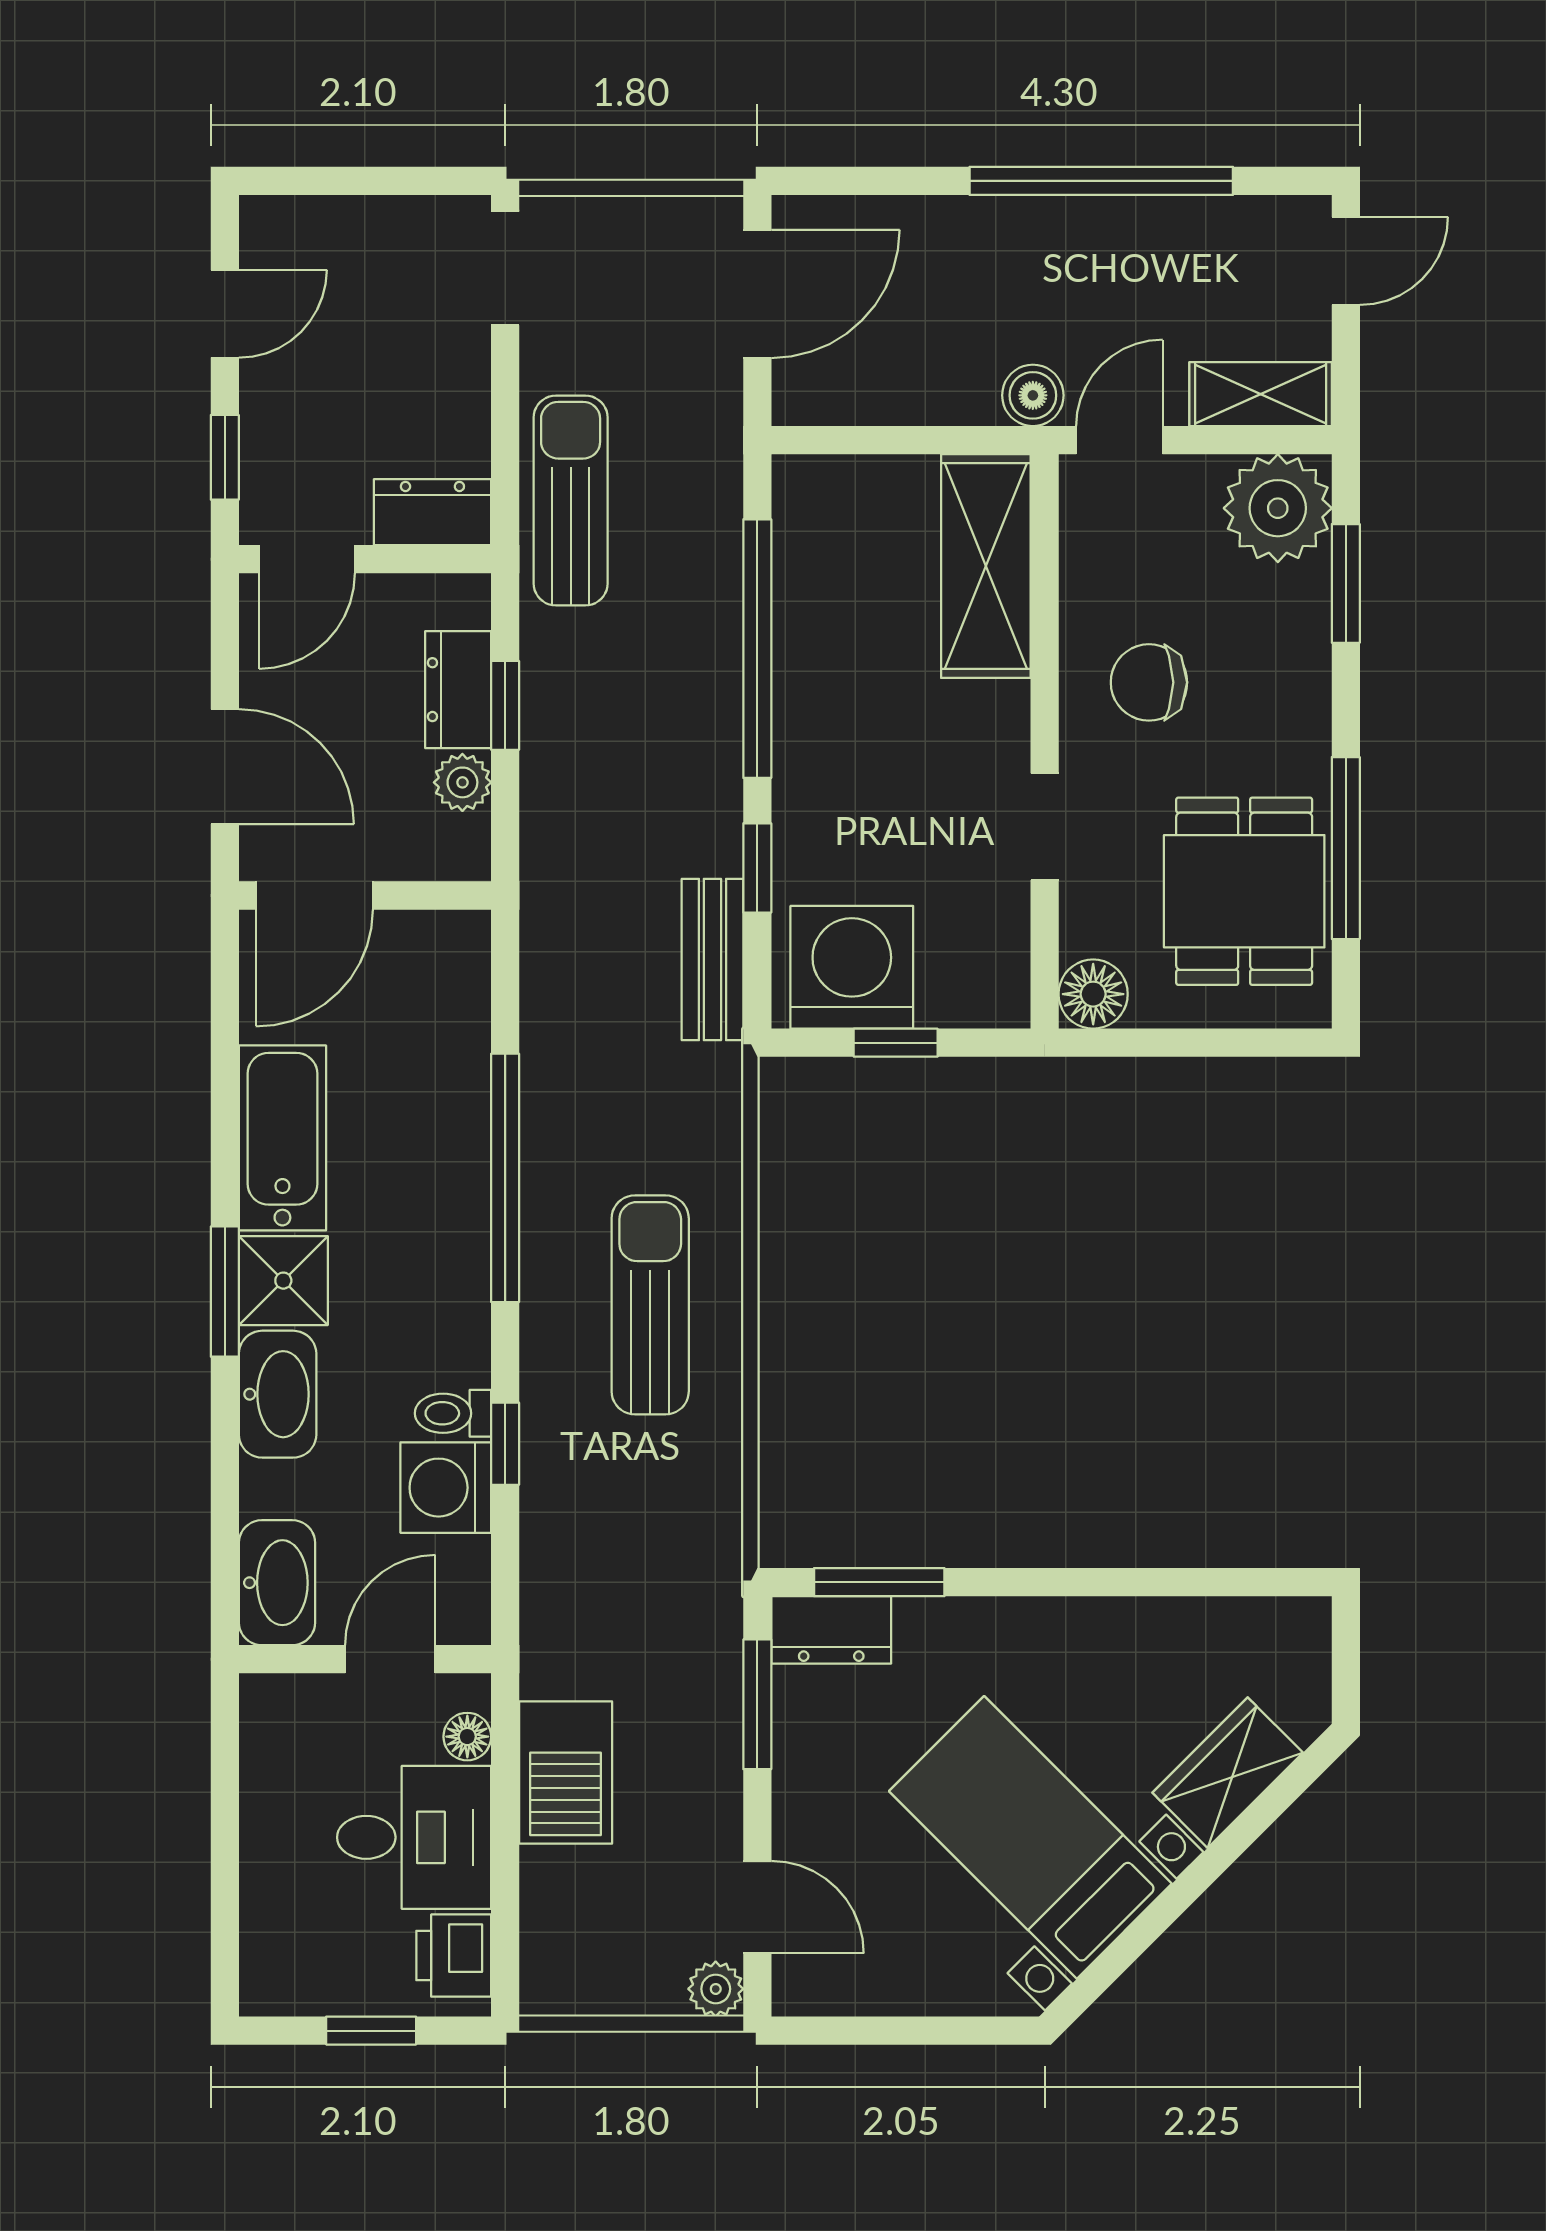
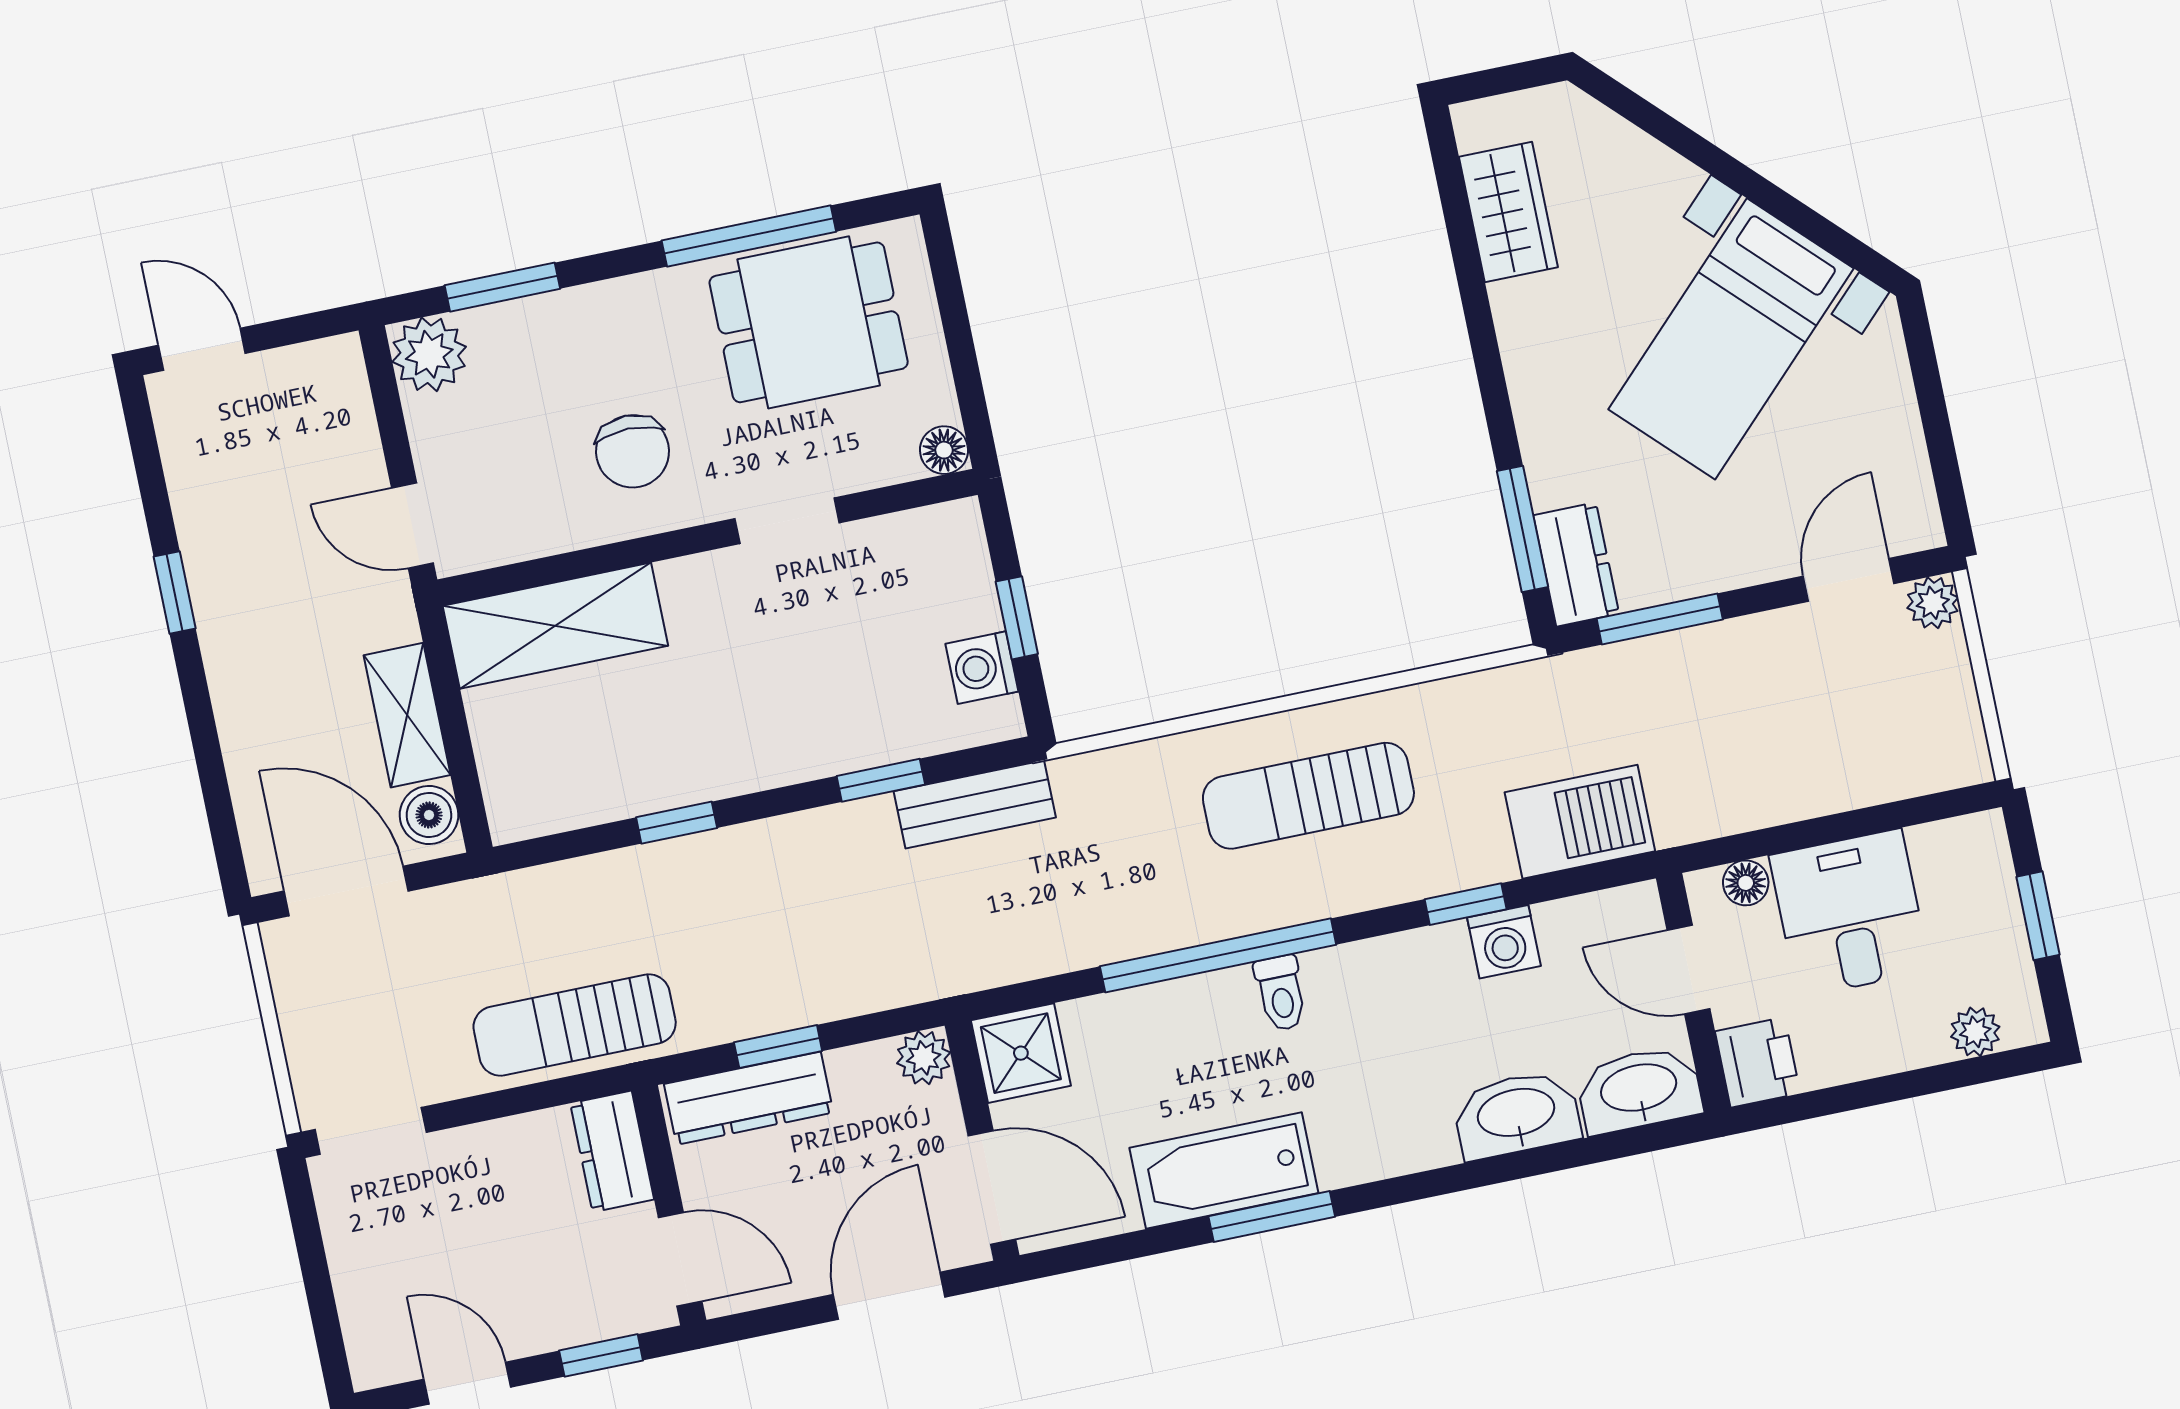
window: (1101, 181) -> (175, 592), width x0.32
shelving: (1261, 394) -> (407, 715), moved
boiler: (1033, 395) -> (429, 815), moved
plant: (1278, 508) -> (429, 354), width x0.73, depth x0.73
window: (757, 649) -> (677, 823), width x0.32
dresser: (458, 690) -> (749, 1098), width x1.44
plant: (462, 782) -> (924, 1058), moved
washing machine: (852, 967) -> (982, 668), width x0.53, depth x0.53
floor lamp: (1093, 994) -> (944, 450), width x0.73, depth x0.73
shower: (283, 1281) -> (1021, 1053), moved
window: (225, 1292) -> (1272, 1216), moved
washbasin: (278, 1394) -> (1516, 1115), moved
toilet: (453, 1413) -> (1281, 993), moved
washing machine: (446, 1488) -> (1504, 942), width x0.73, depth x0.73
barbecue: (566, 1772) -> (1580, 822), moved
wardrobe: (1228, 1773) -> (1508, 212), moved, turned -135
plant: (265, 1941) -> (1975, 1032), added
printer: (454, 1956) -> (1758, 1062), moved, turned -90

